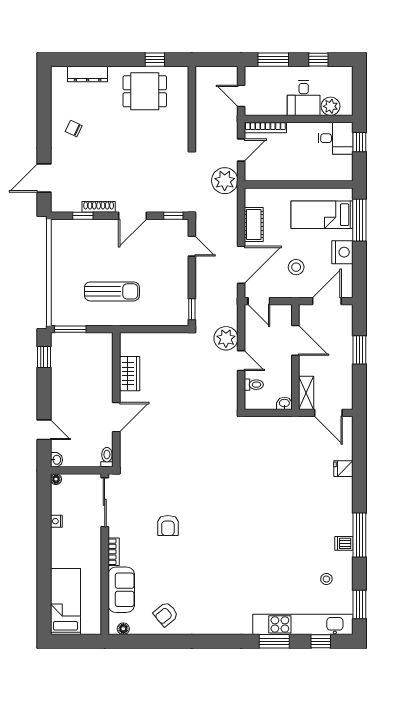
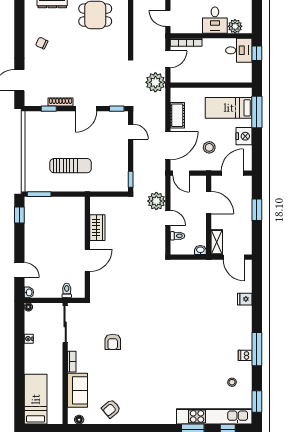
wardrobe: (130, 374) -> (97, 228), moved
wall: (116, 400) -> (87, 247), moved
door: (116, 417) -> (87, 260), moved

